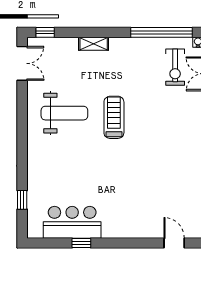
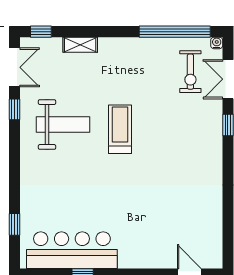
shelving: (94, 44) -> (80, 45), moved
window: (22, 100) -> (14, 109), added
bar counter: (72, 222) -> (72, 250), width x1.36

